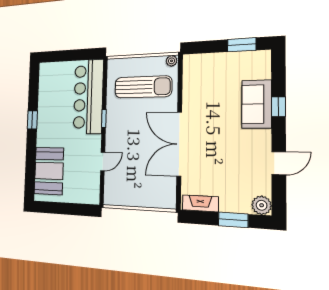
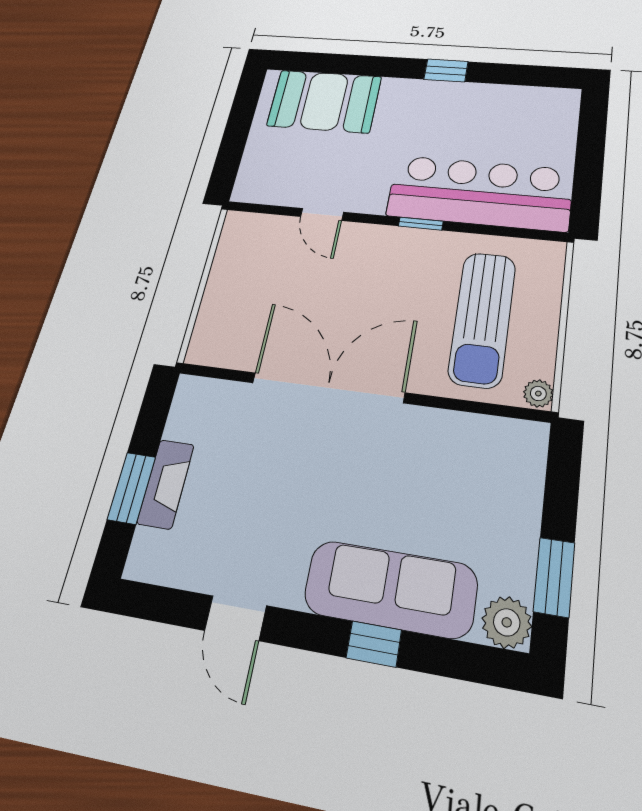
sofa: (257, 104) -> (390, 589), width x1.36
fireplace: (200, 203) -> (166, 484), moved
plant: (262, 205) -> (507, 622), moved

